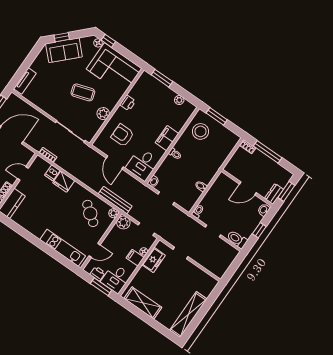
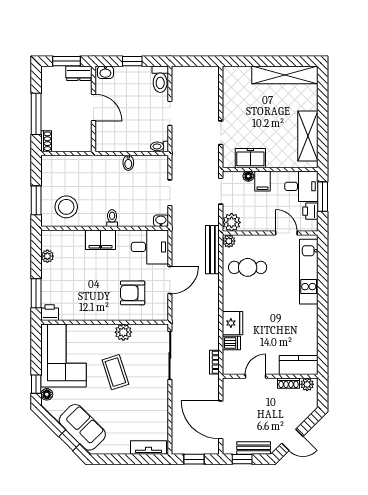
printer: (128, 103) -> (50, 313), moved
armchair: (123, 135) -> (133, 293), turned 90
door: (23, 173) -> (255, 376), swing flipped
cafe table: (90, 213) -> (248, 267), turned 53

